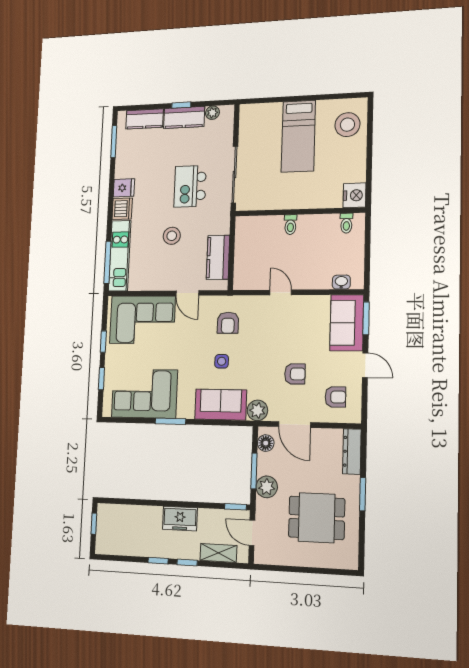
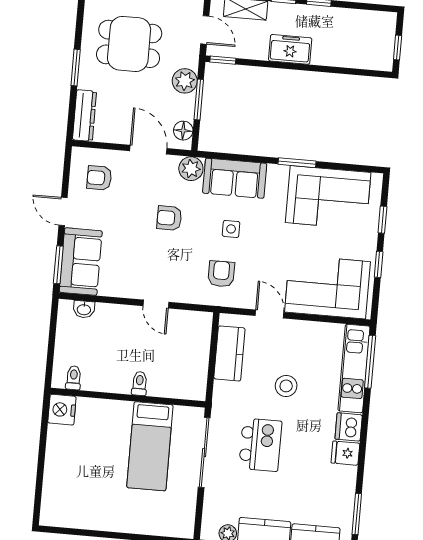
stool: (347, 125) -> (65, 496), removed
bed: (298, 136) -> (150, 446), moved, turned 180
armchair: (295, 374) -> (169, 218), moved

